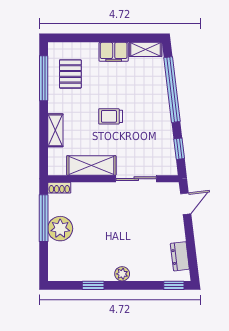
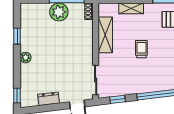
sliding door: (136, 179) -> (96, 80), moved
dresser: (180, 256) -> (49, 99), moved

